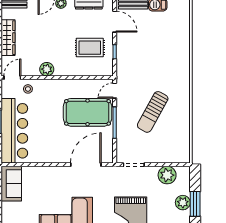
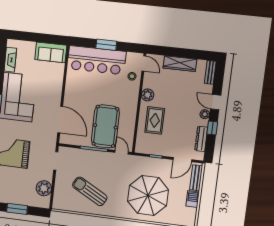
rug: (90, 48) -> (155, 120), moved
parasol: (160, 55) -> (148, 195), added
sun lounger: (153, 112) -> (90, 191), moved
plant: (183, 203) -> (19, 199), removed

